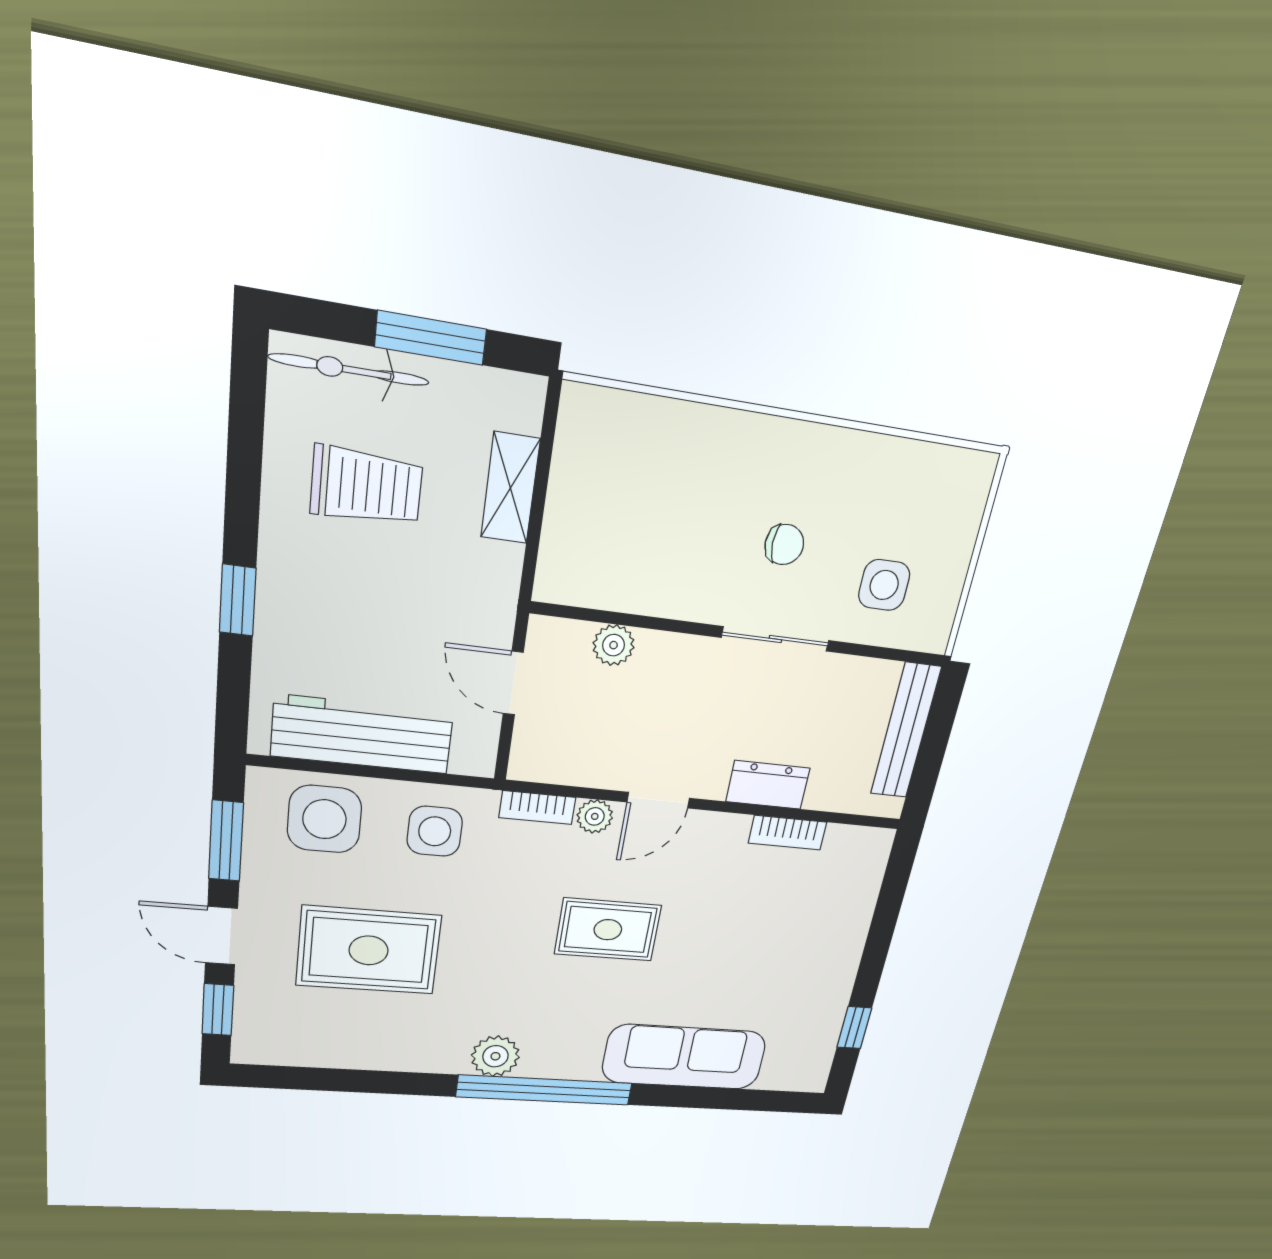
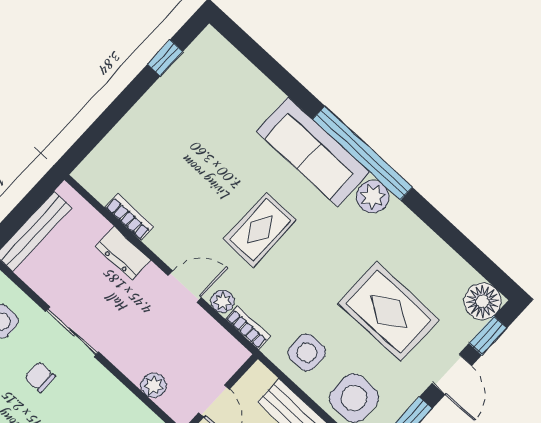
rug: (608, 930) -> (260, 230), turned 90
floor lamp: (261, 1041) -> (483, 301), added
sofa: (684, 1057) -> (313, 152), moved

